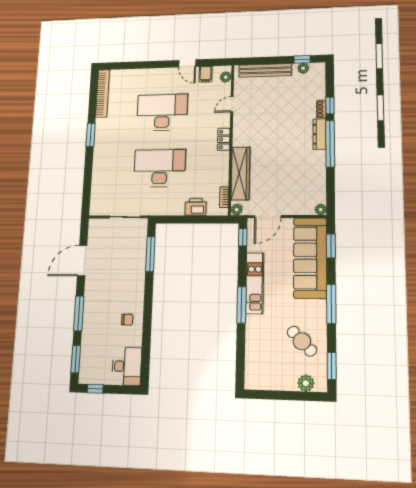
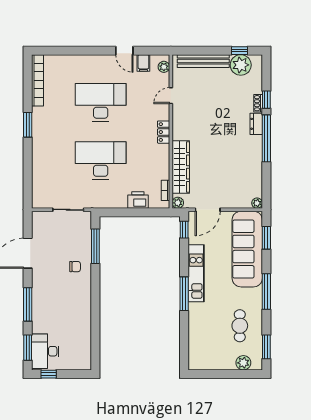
plant: (303, 68) -> (241, 65), width x1.88, depth x1.88
dresser: (319, 134) -> (256, 124), width x0.70
chair: (127, 320) -> (75, 267), moved
cafe table: (302, 341) -> (240, 326), turned 44
desk: (127, 366) -> (45, 351), moved, turned 180

